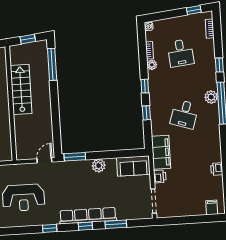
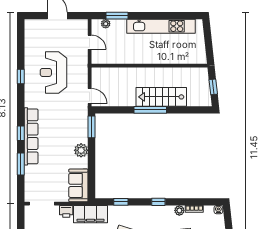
window: (52, 64) -> (150, 110), moved
stairs: (21, 89) -> (161, 97), moved, turned 180
window: (146, 113) -> (121, 202), moved
window: (50, 228) -> (21, 76), moved

